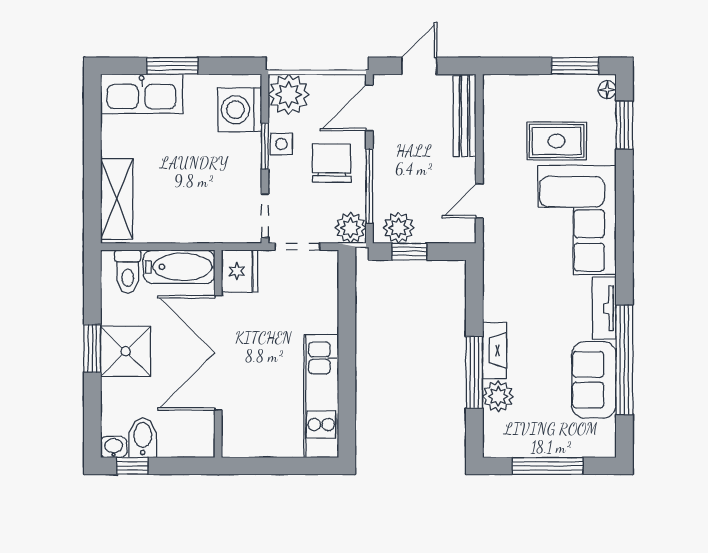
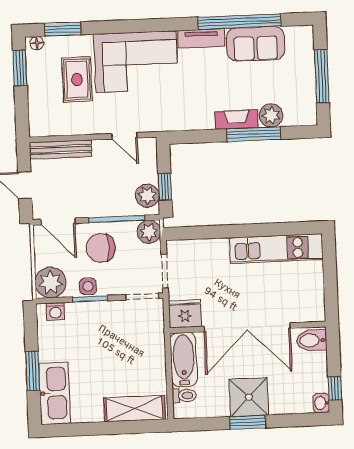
washing machine: (240, 110) -> (55, 311), width x0.53, depth x0.53
toilet: (128, 272) -> (184, 395), width x0.73, depth x0.72
bidet: (143, 438) -> (312, 340), moved

